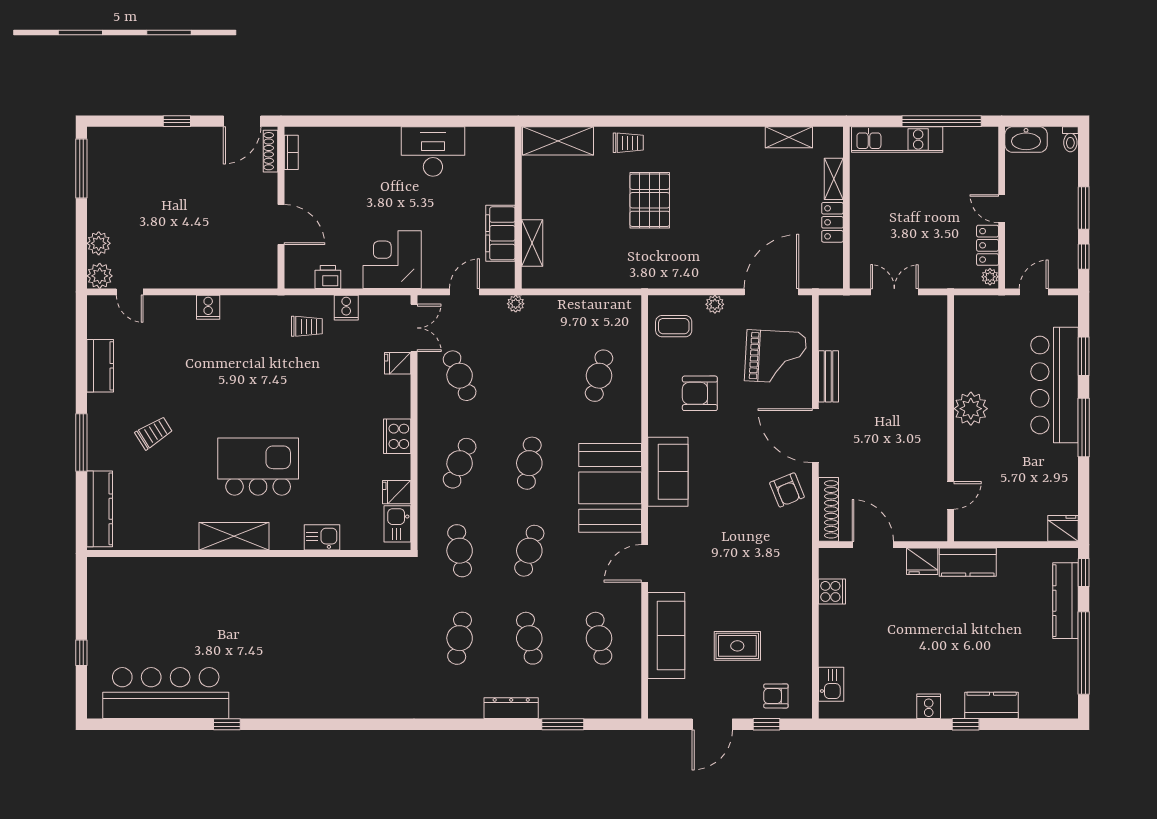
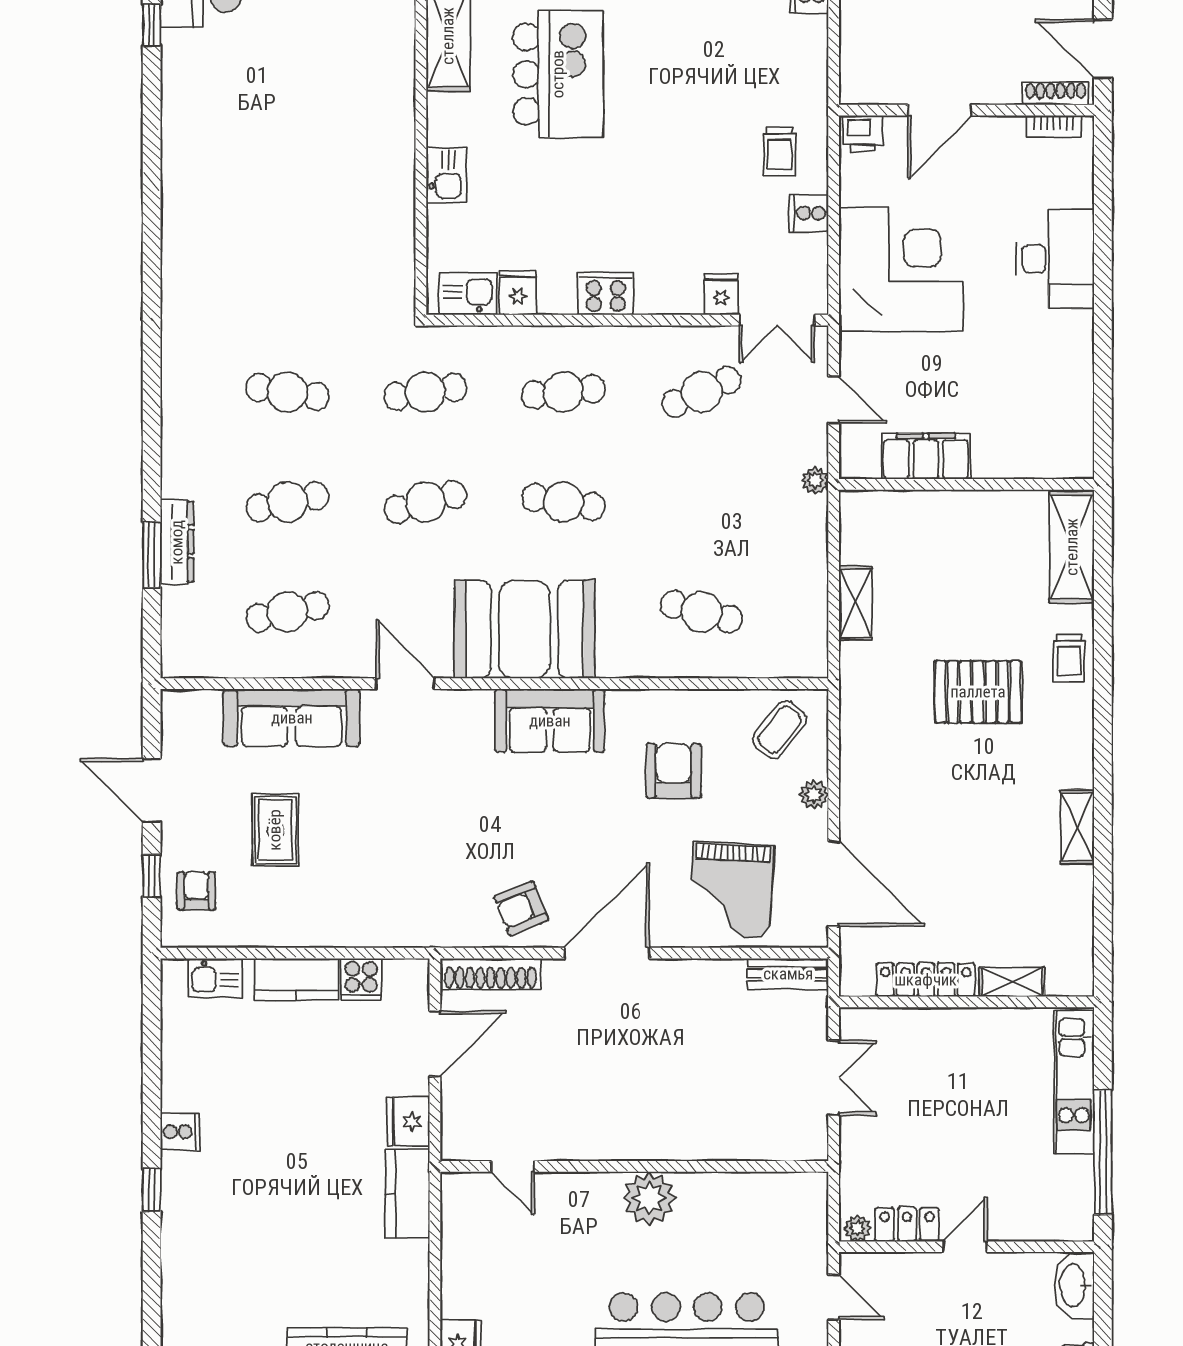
shelving: (789, 137) -> (1077, 827), moved
desk: (433, 151) -> (1055, 259), moved
locker: (832, 222) -> (926, 980), width x1.53
shelving: (532, 243) -> (855, 603), moved, turned 90
corner desk: (392, 260) -> (901, 269), width x1.36, depth x1.36
printer: (328, 277) -> (862, 134), moved, turned 90
coffee table: (674, 326) -> (780, 730), turned 39
bench: (828, 376) -> (788, 974), moved
cafe table: (460, 463) -> (563, 392), turned -30
cafe table: (529, 551) -> (425, 502), turned -33
kitchen counter: (992, 705) -> (296, 979), moved, turned 90
dresser: (511, 708) -> (177, 542), moved

